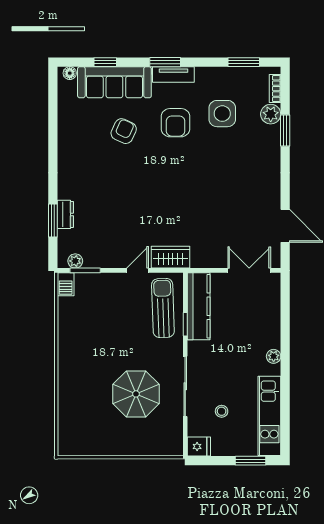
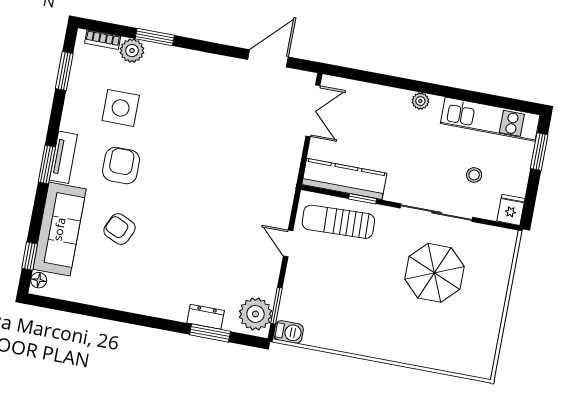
window: (105, 62) -> (30, 256), moved
armchair: (176, 123) -> (121, 166), turned -90
wardrobe: (171, 257) -> (280, 201), removed
plant: (75, 261) -> (255, 314), width x1.88, depth x1.88
double door: (249, 270) -> (313, 111), swing flipped

